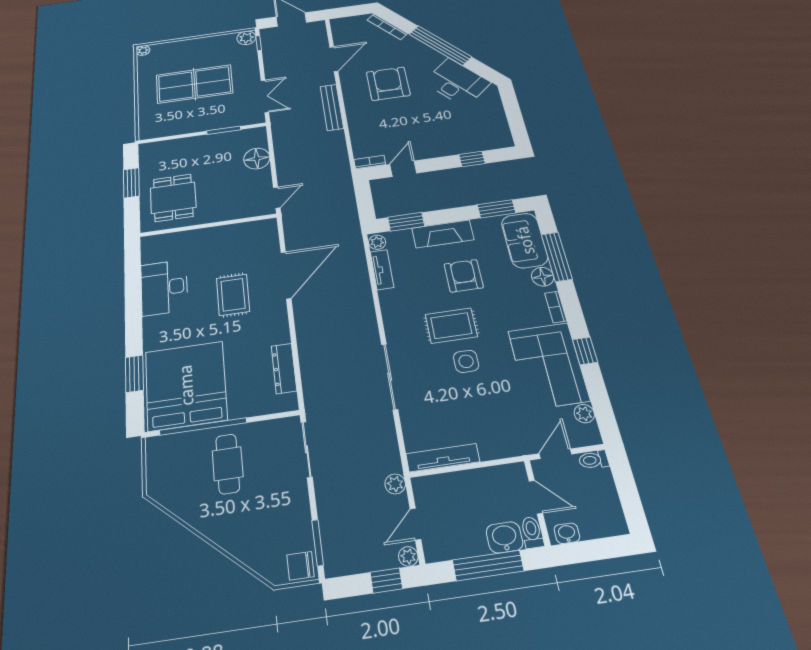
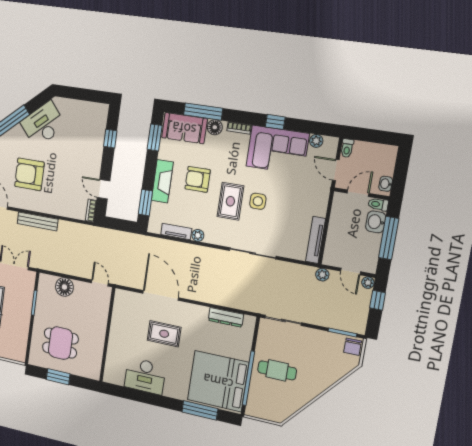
dining table: (173, 198) -> (60, 343), moved
plant: (377, 242) -> (198, 235), moved
window: (134, 374) -> (200, 410), width x1.44

